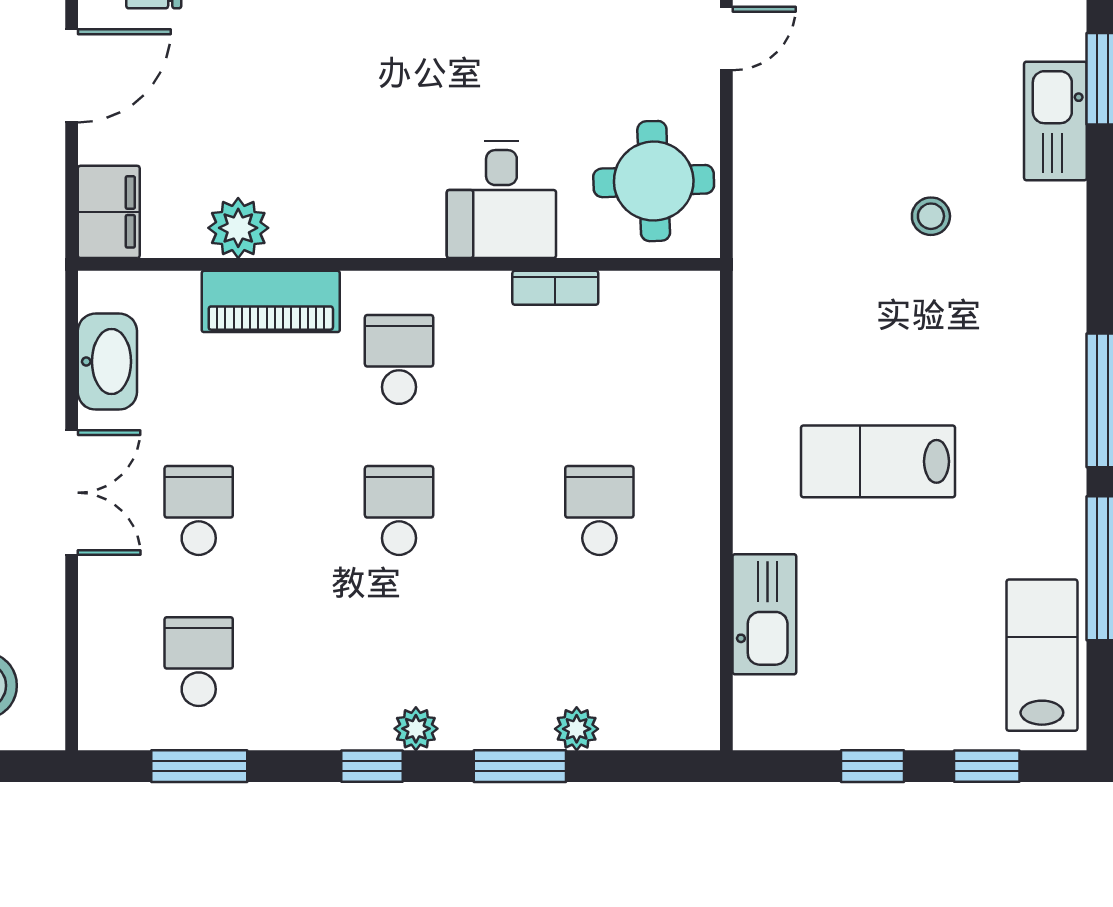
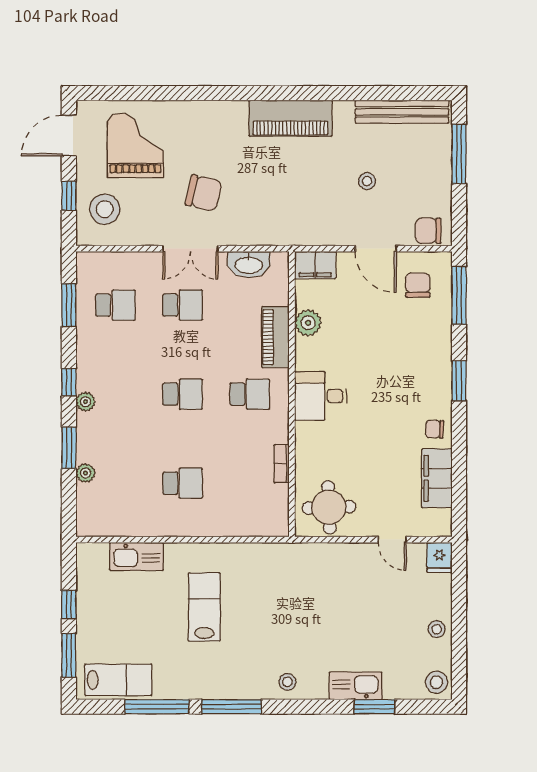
desk: (501, 199) -> (321, 396), moved
stool: (931, 216) -> (287, 682), moved
window: (987, 766) -> (69, 655), width x1.50

